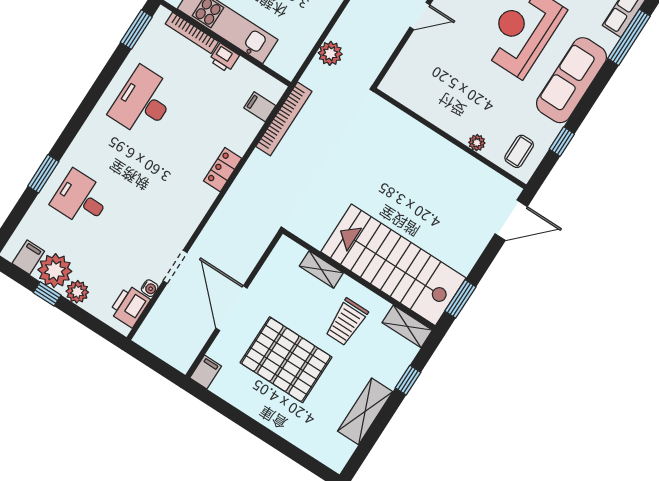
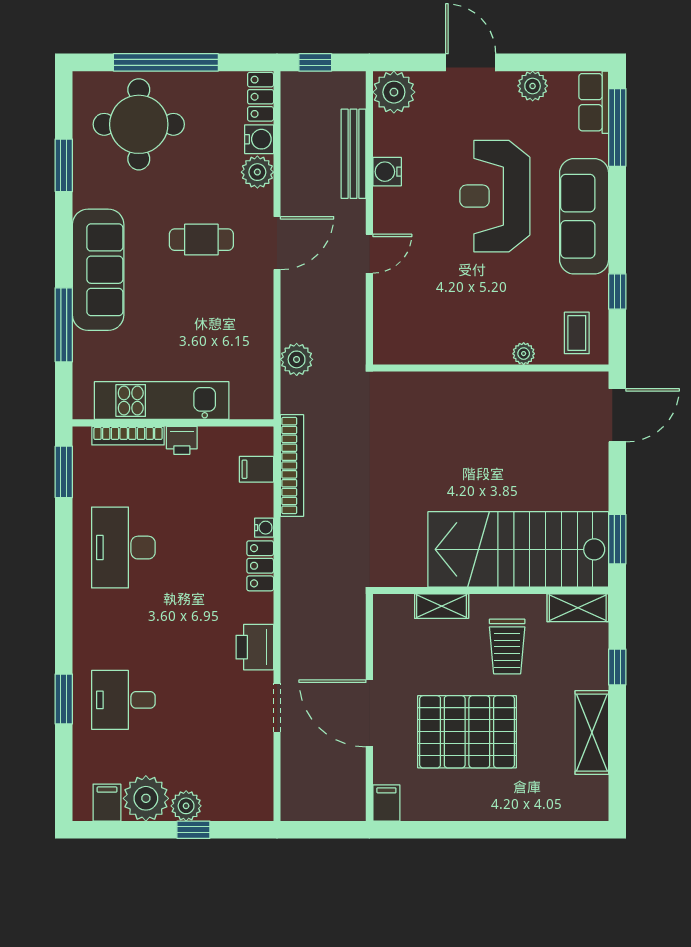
water cooler: (150, 288) -> (264, 528), moved
window: (47, 294) -> (193, 830), moved
printer: (130, 306) -> (255, 647), moved

